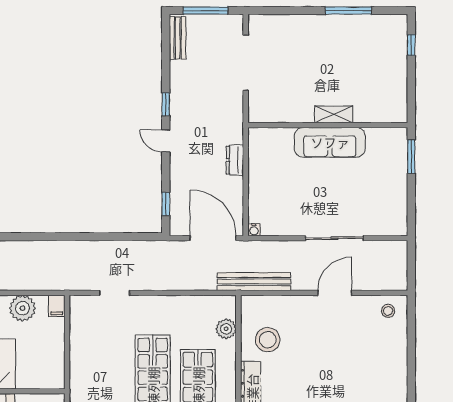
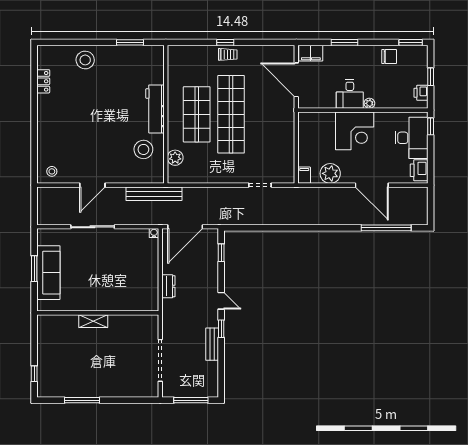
bench: (178, 38) -> (212, 344), moved
sofa: (330, 142) -> (48, 273), moved, turned 90
window: (411, 157) -> (34, 269), moved
door: (213, 238) -> (185, 227), hinge flipped

